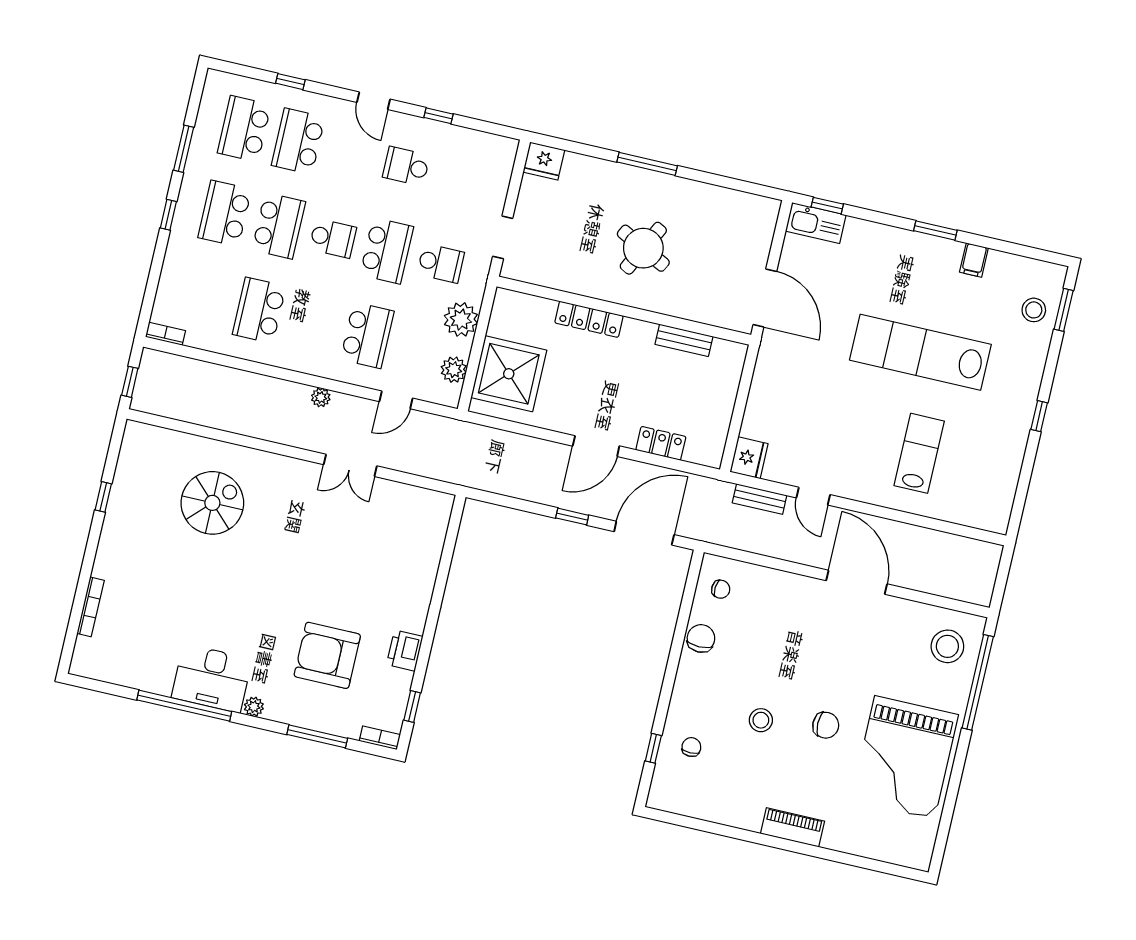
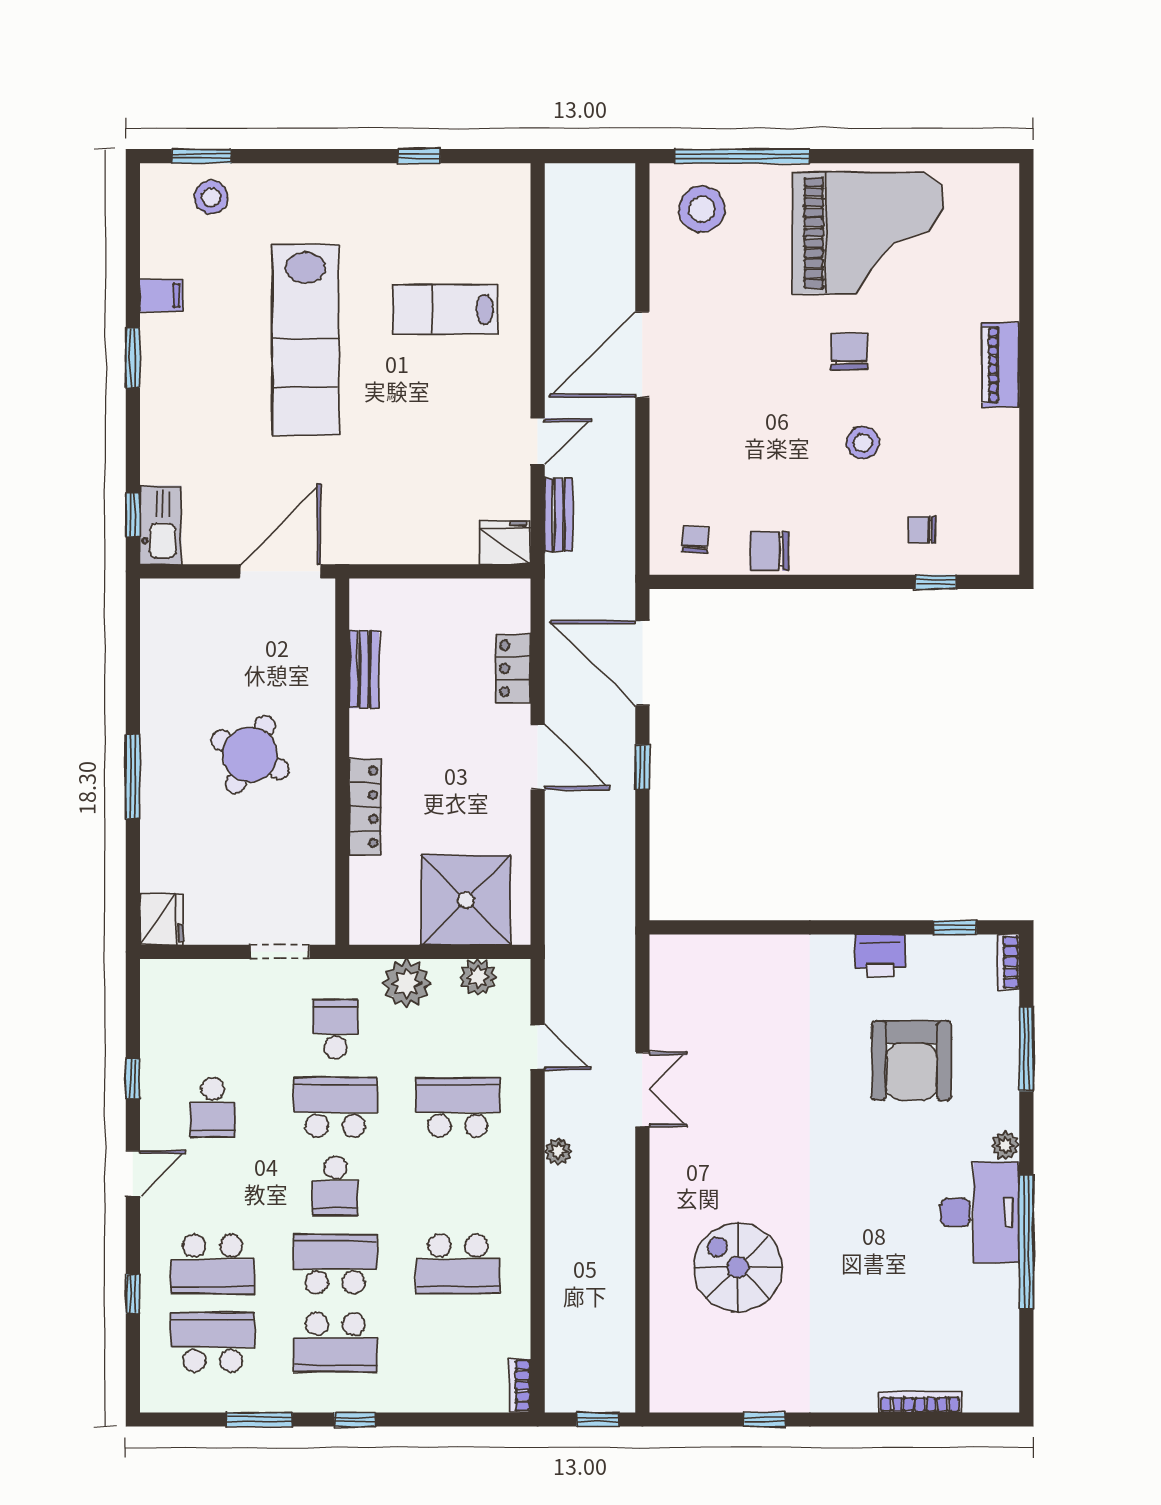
school desk: (244, 129) -> (213, 1342), turned 180
school desk: (333, 238) -> (335, 1186), turned 180
window: (1039, 416) -> (419, 156), moved

